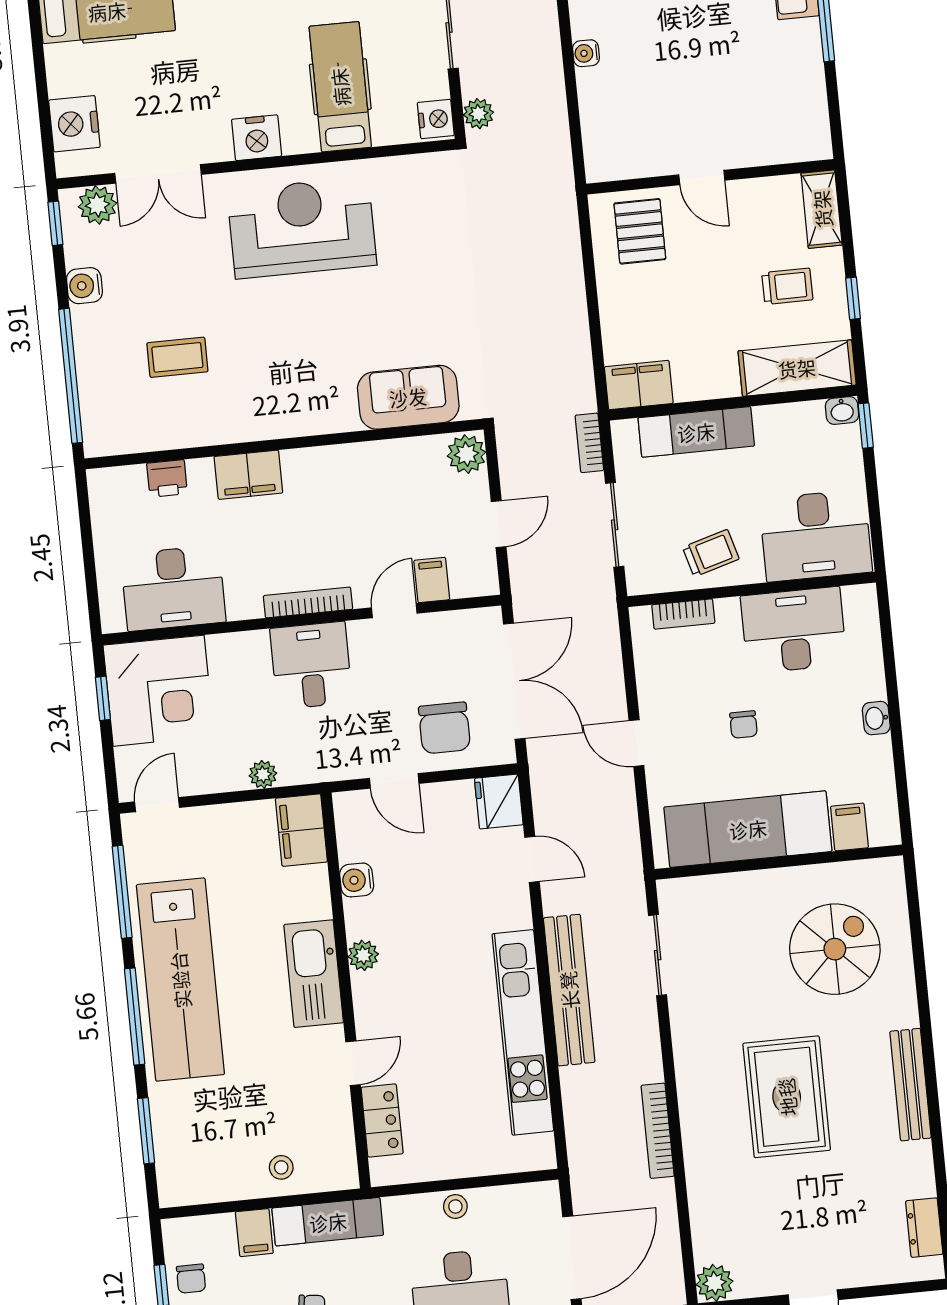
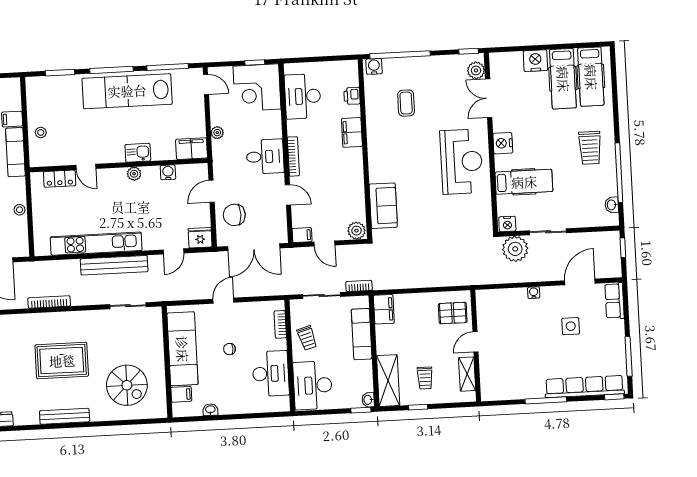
plant: (478, 114) -> (515, 249), width x1.87, depth x1.87
nightstand: (74, 124) -> (535, 61), moved
shelving: (822, 209) -> (467, 374), moved, turned 90
water cooler: (84, 286) -> (374, 66), moved
filing cabinet: (432, 580) -> (302, 235), moved
washbasin: (876, 718) -> (210, 410), moved
kitchen sink: (314, 974) -> (138, 153), width x0.53, depth x0.81

